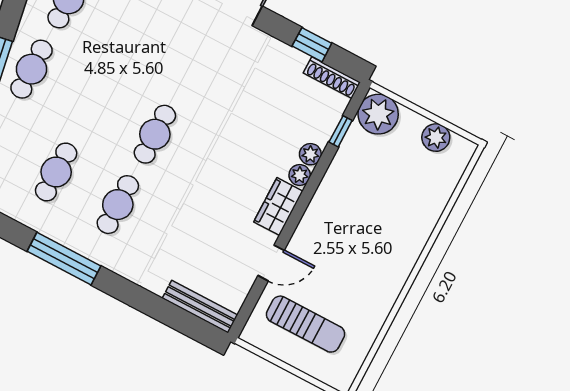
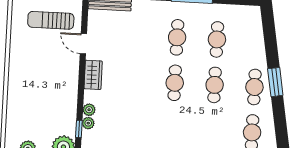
cafe table: (93, 102) -> (215, 85), added
plant: (300, 175) -> (88, 123), moved
door: (271, 263) -> (83, 44), hinge flipped

